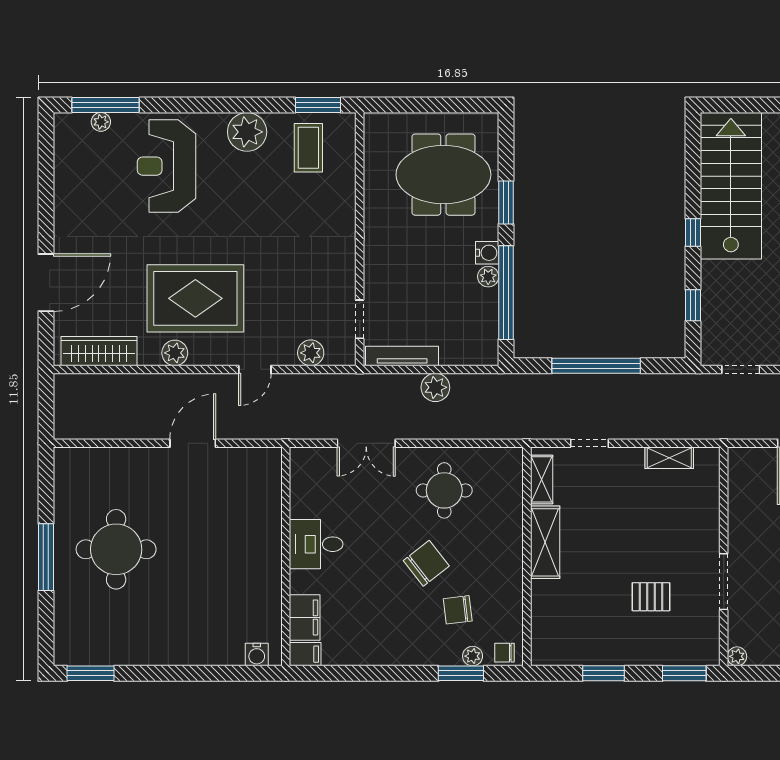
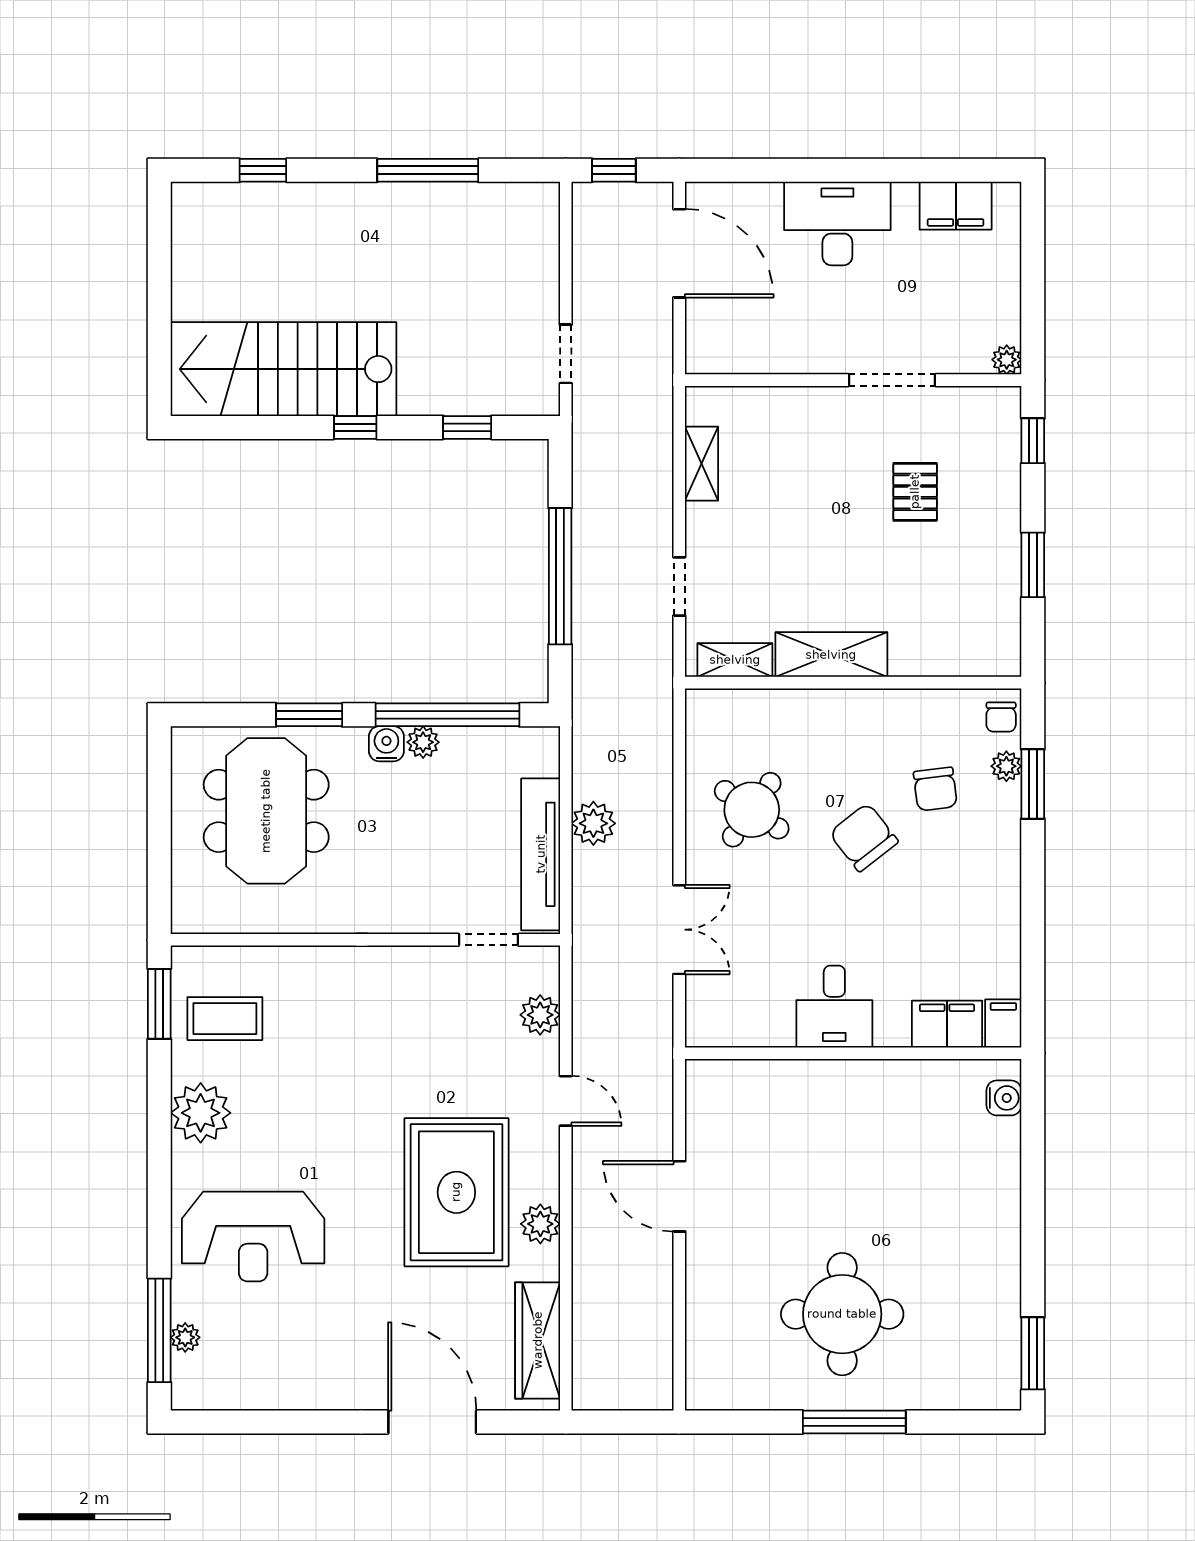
tv unit: (402, 356) -> (541, 854), width x1.36, depth x1.29
round table: (444, 490) -> (752, 810), turned 35
window: (684, 673) -> (1033, 441), width x0.67

